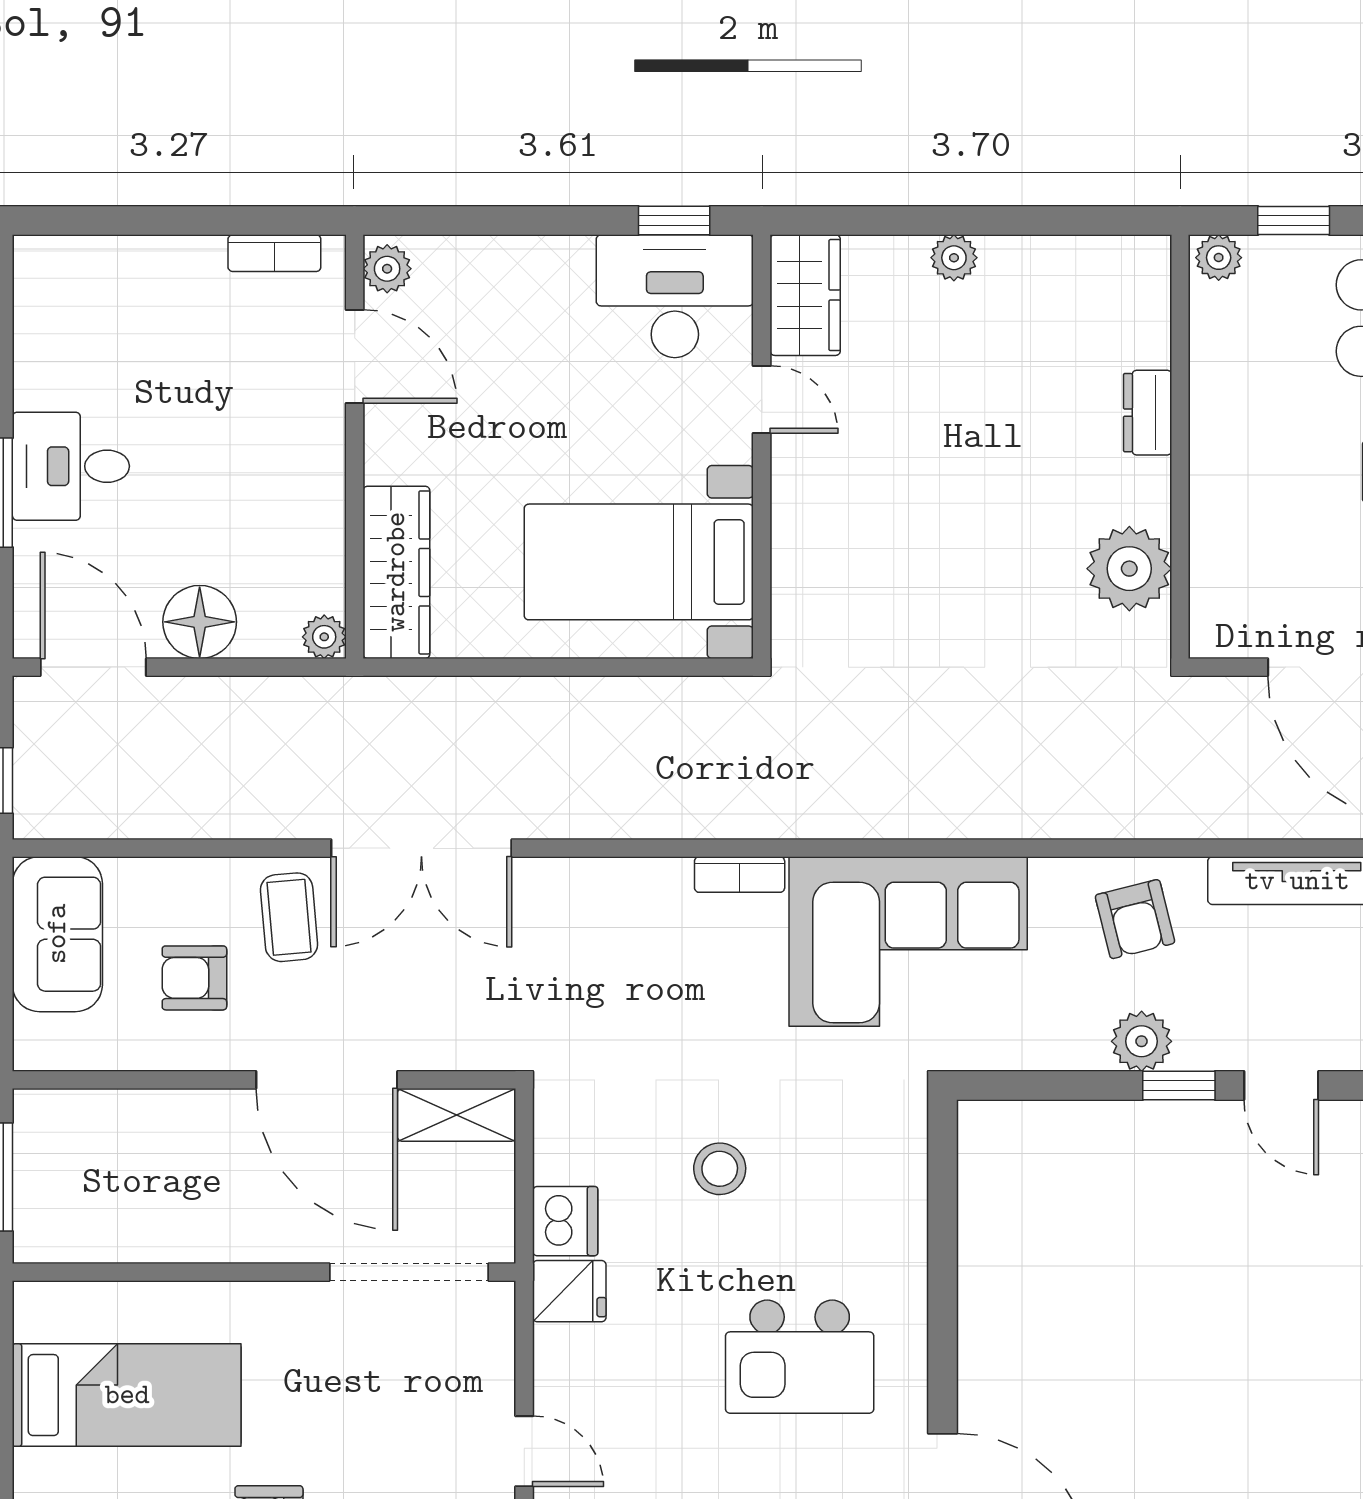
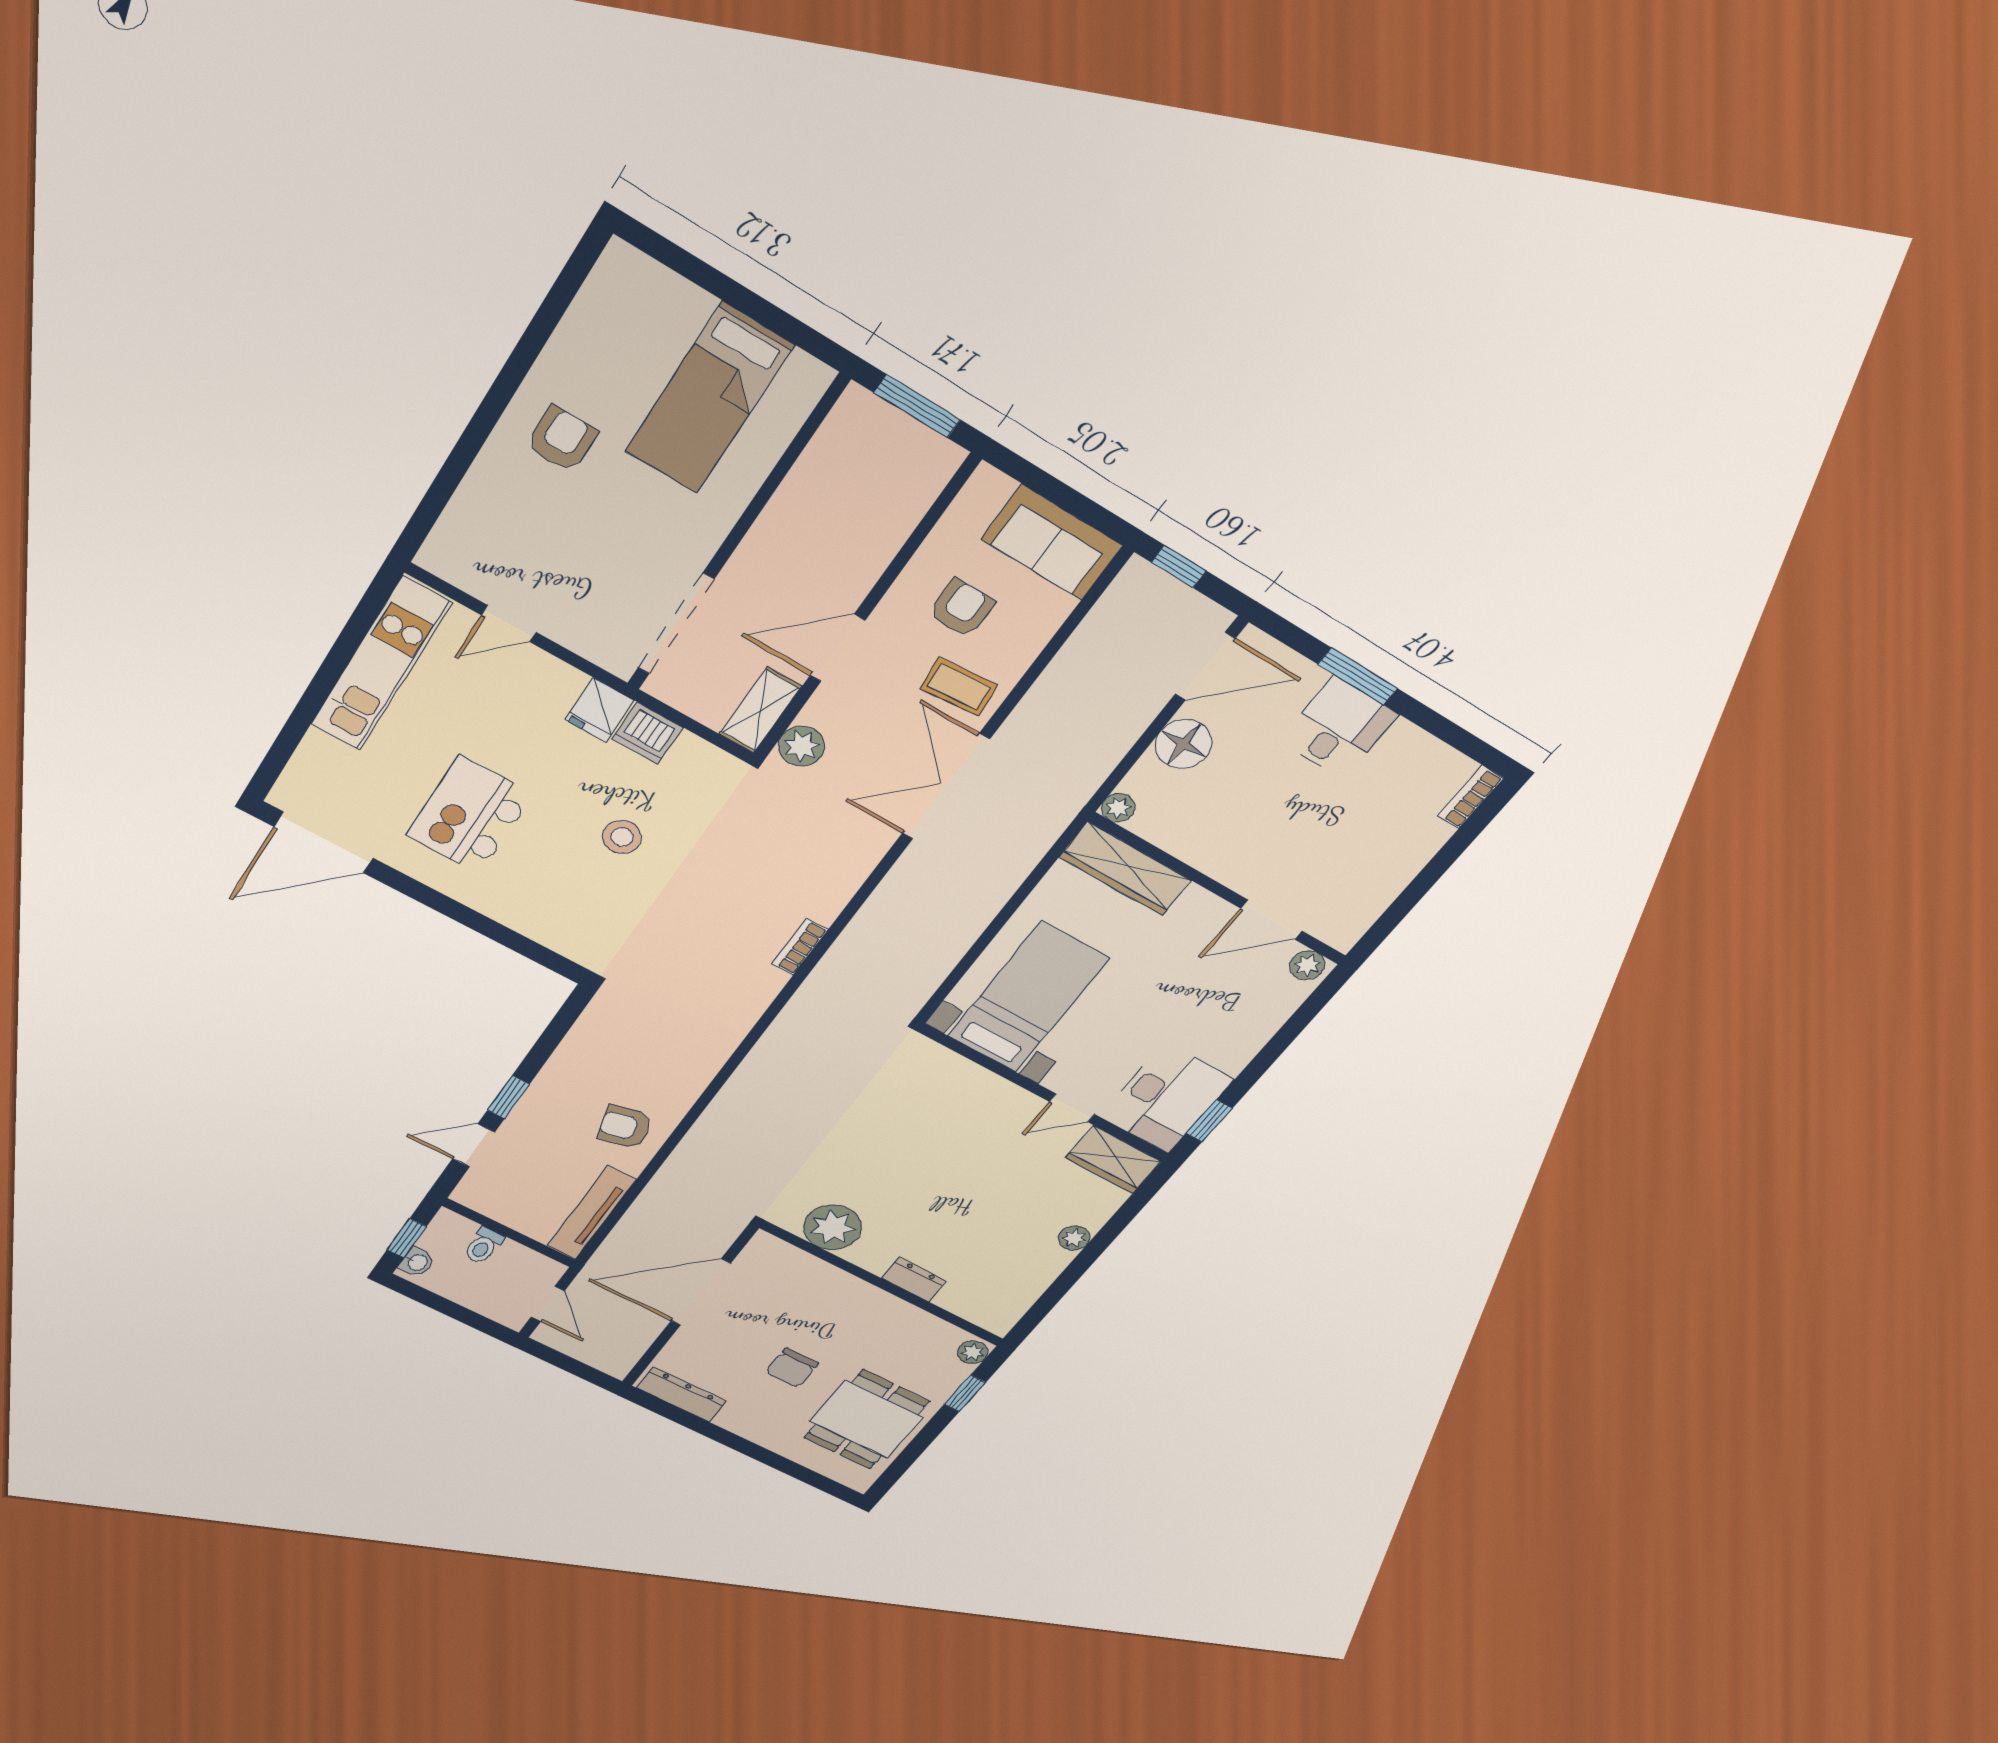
bookcase: (274, 253) -> (1471, 797), moved
corner sofa: (908, 941) -> (694, 1010), removed
plant: (1142, 1041) -> (802, 746), moved
door: (327, 1080) -> (838, 648), width x0.73

